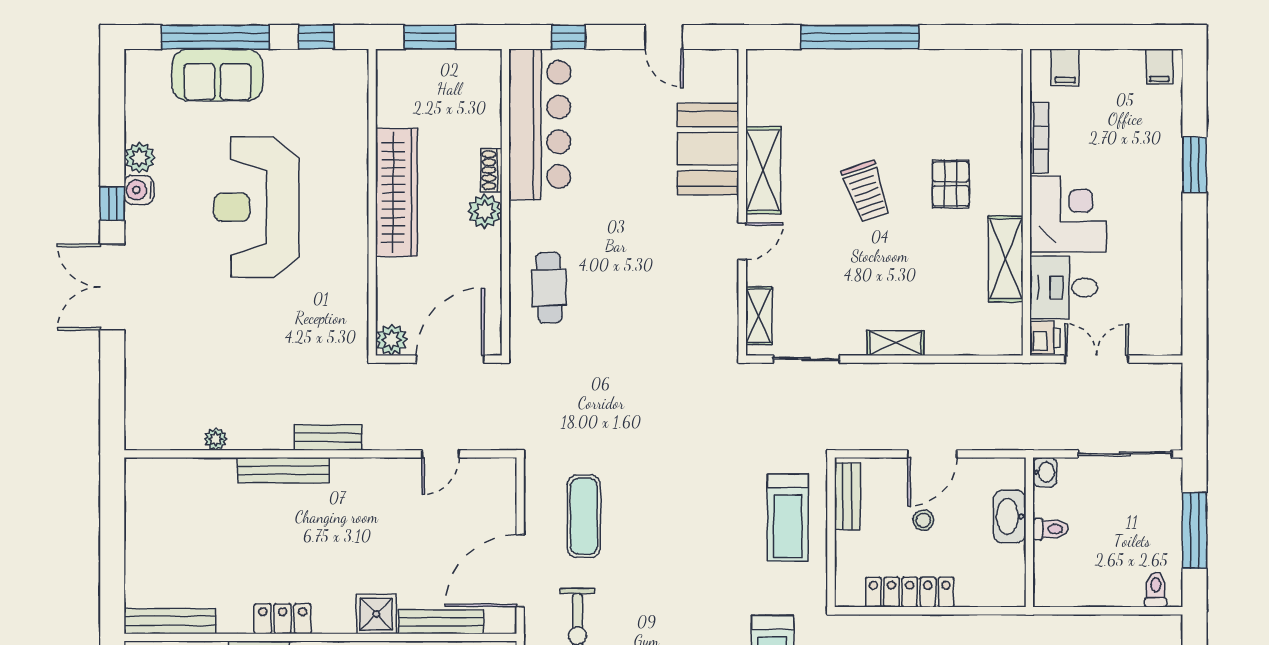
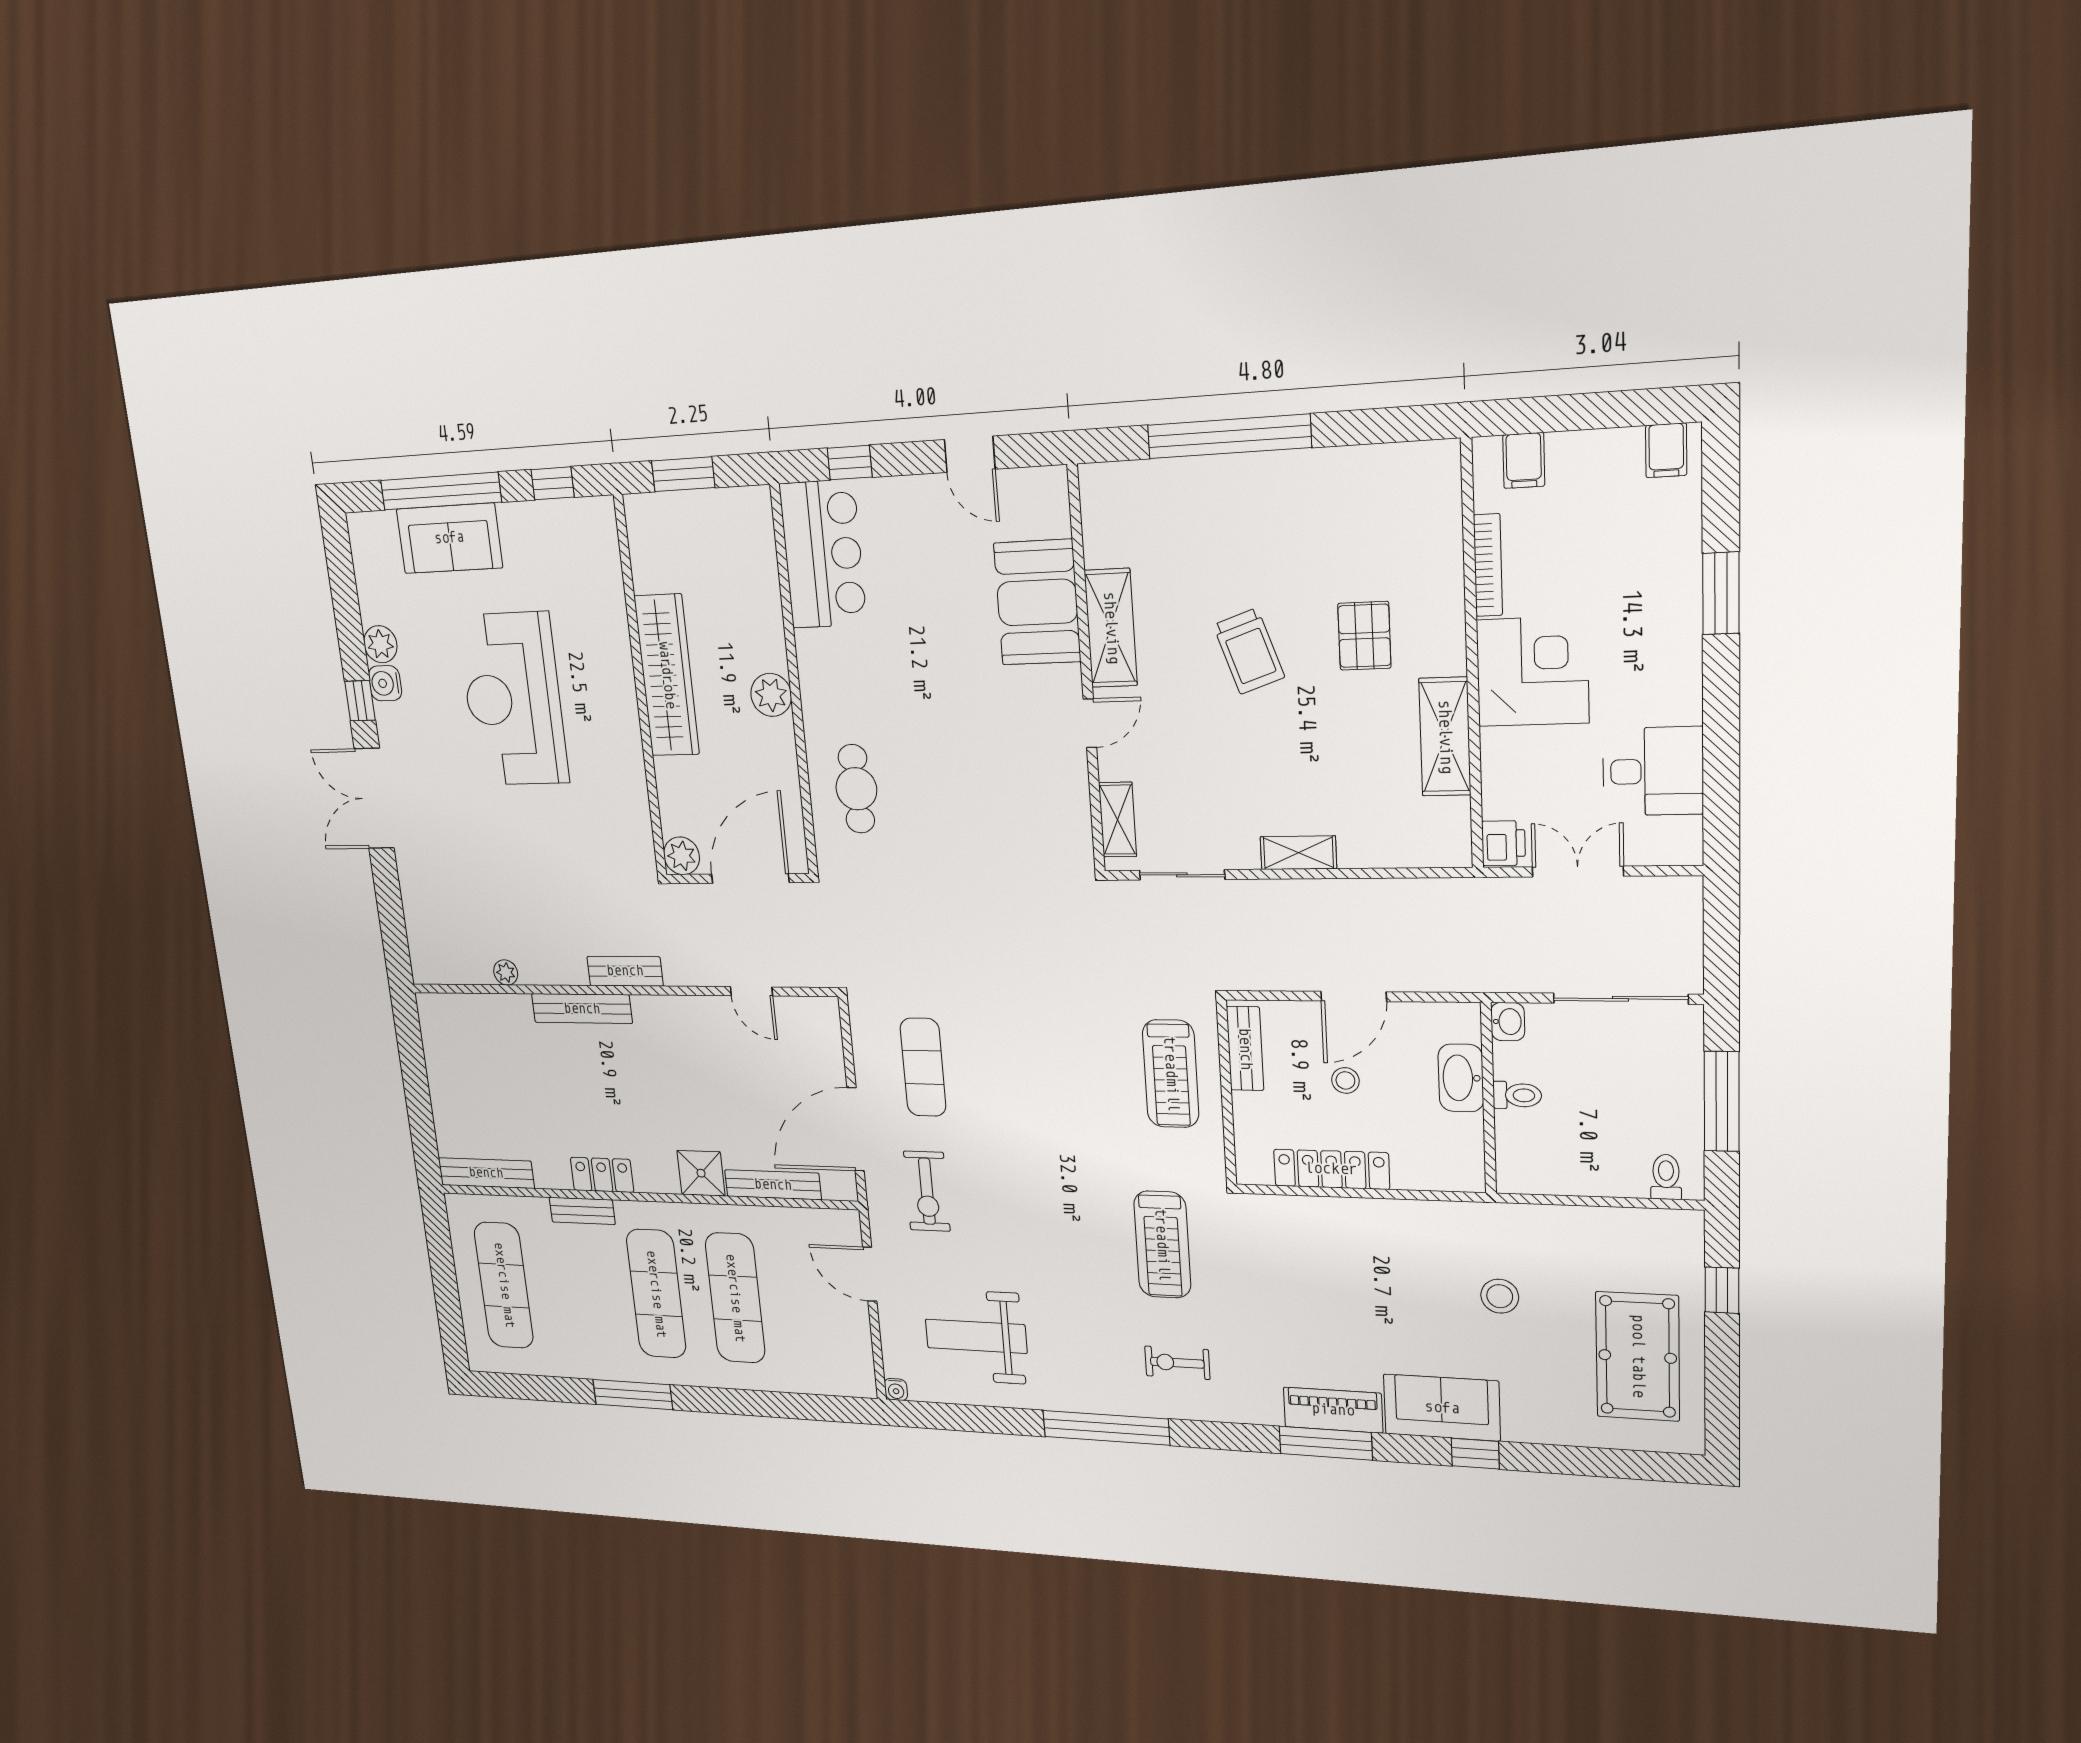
bar counter: (540, 124) -> (823, 554), width x0.73
shoe rack: (491, 170) -> (774, 642), removed
desk: (1064, 287) -> (1653, 771), moved, turned 180
door: (441, 454) -> (751, 991), hinge flipped

